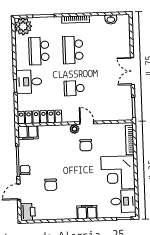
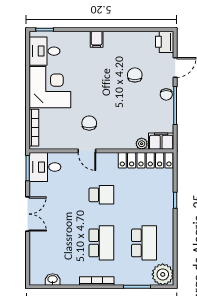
desk: (29, 82) -> (45, 167), moved, turned 180
plant: (74, 129) -> (142, 144), moved
filing cabinet: (87, 212) -> (97, 39), width x0.50

